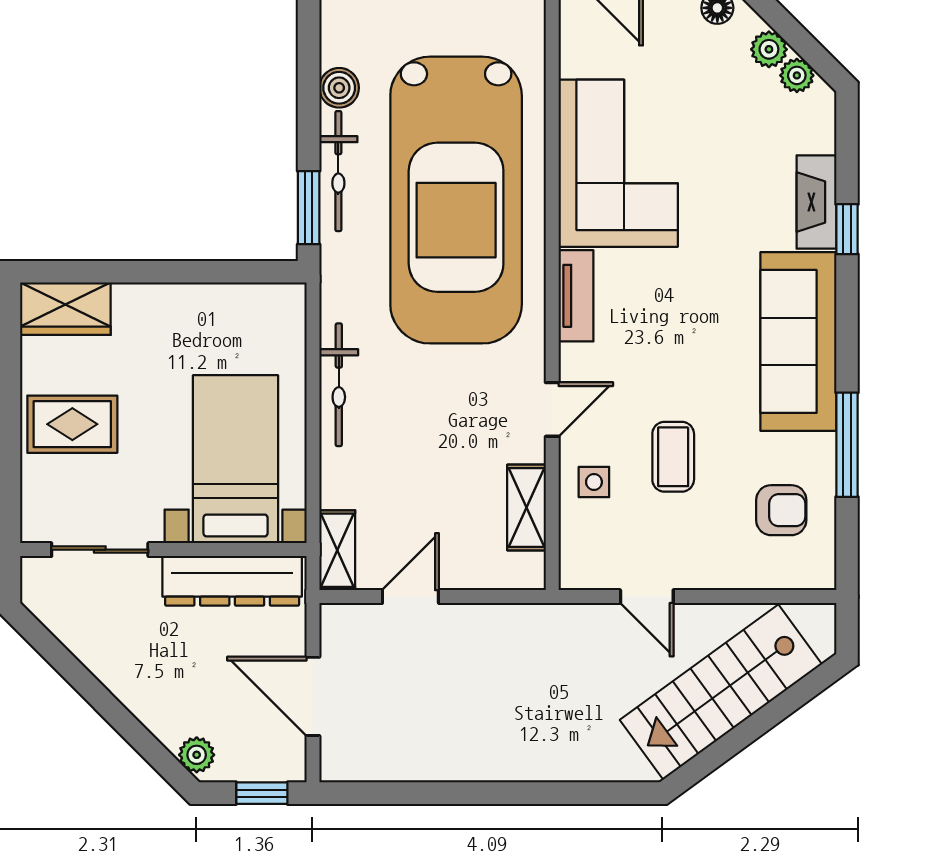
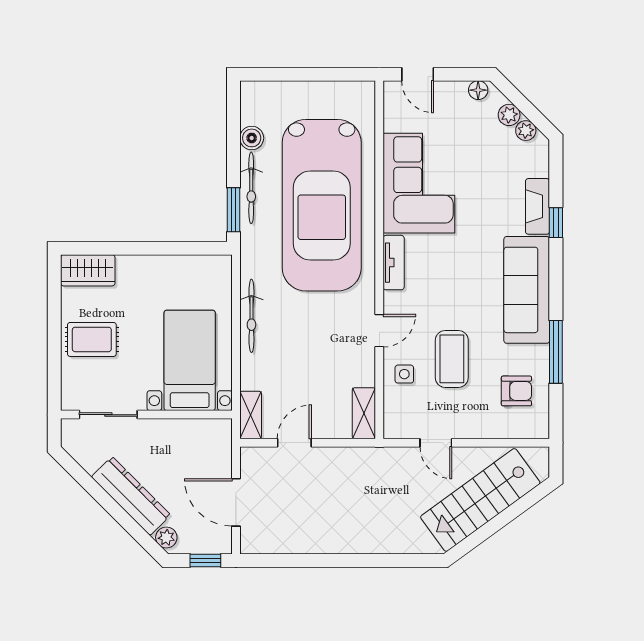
coffee table: (673, 457) -> (452, 359), width x1.36, depth x1.30
shelving: (527, 507) -> (364, 413), moved
dresser: (232, 581) -> (131, 496), moved, turned -135

